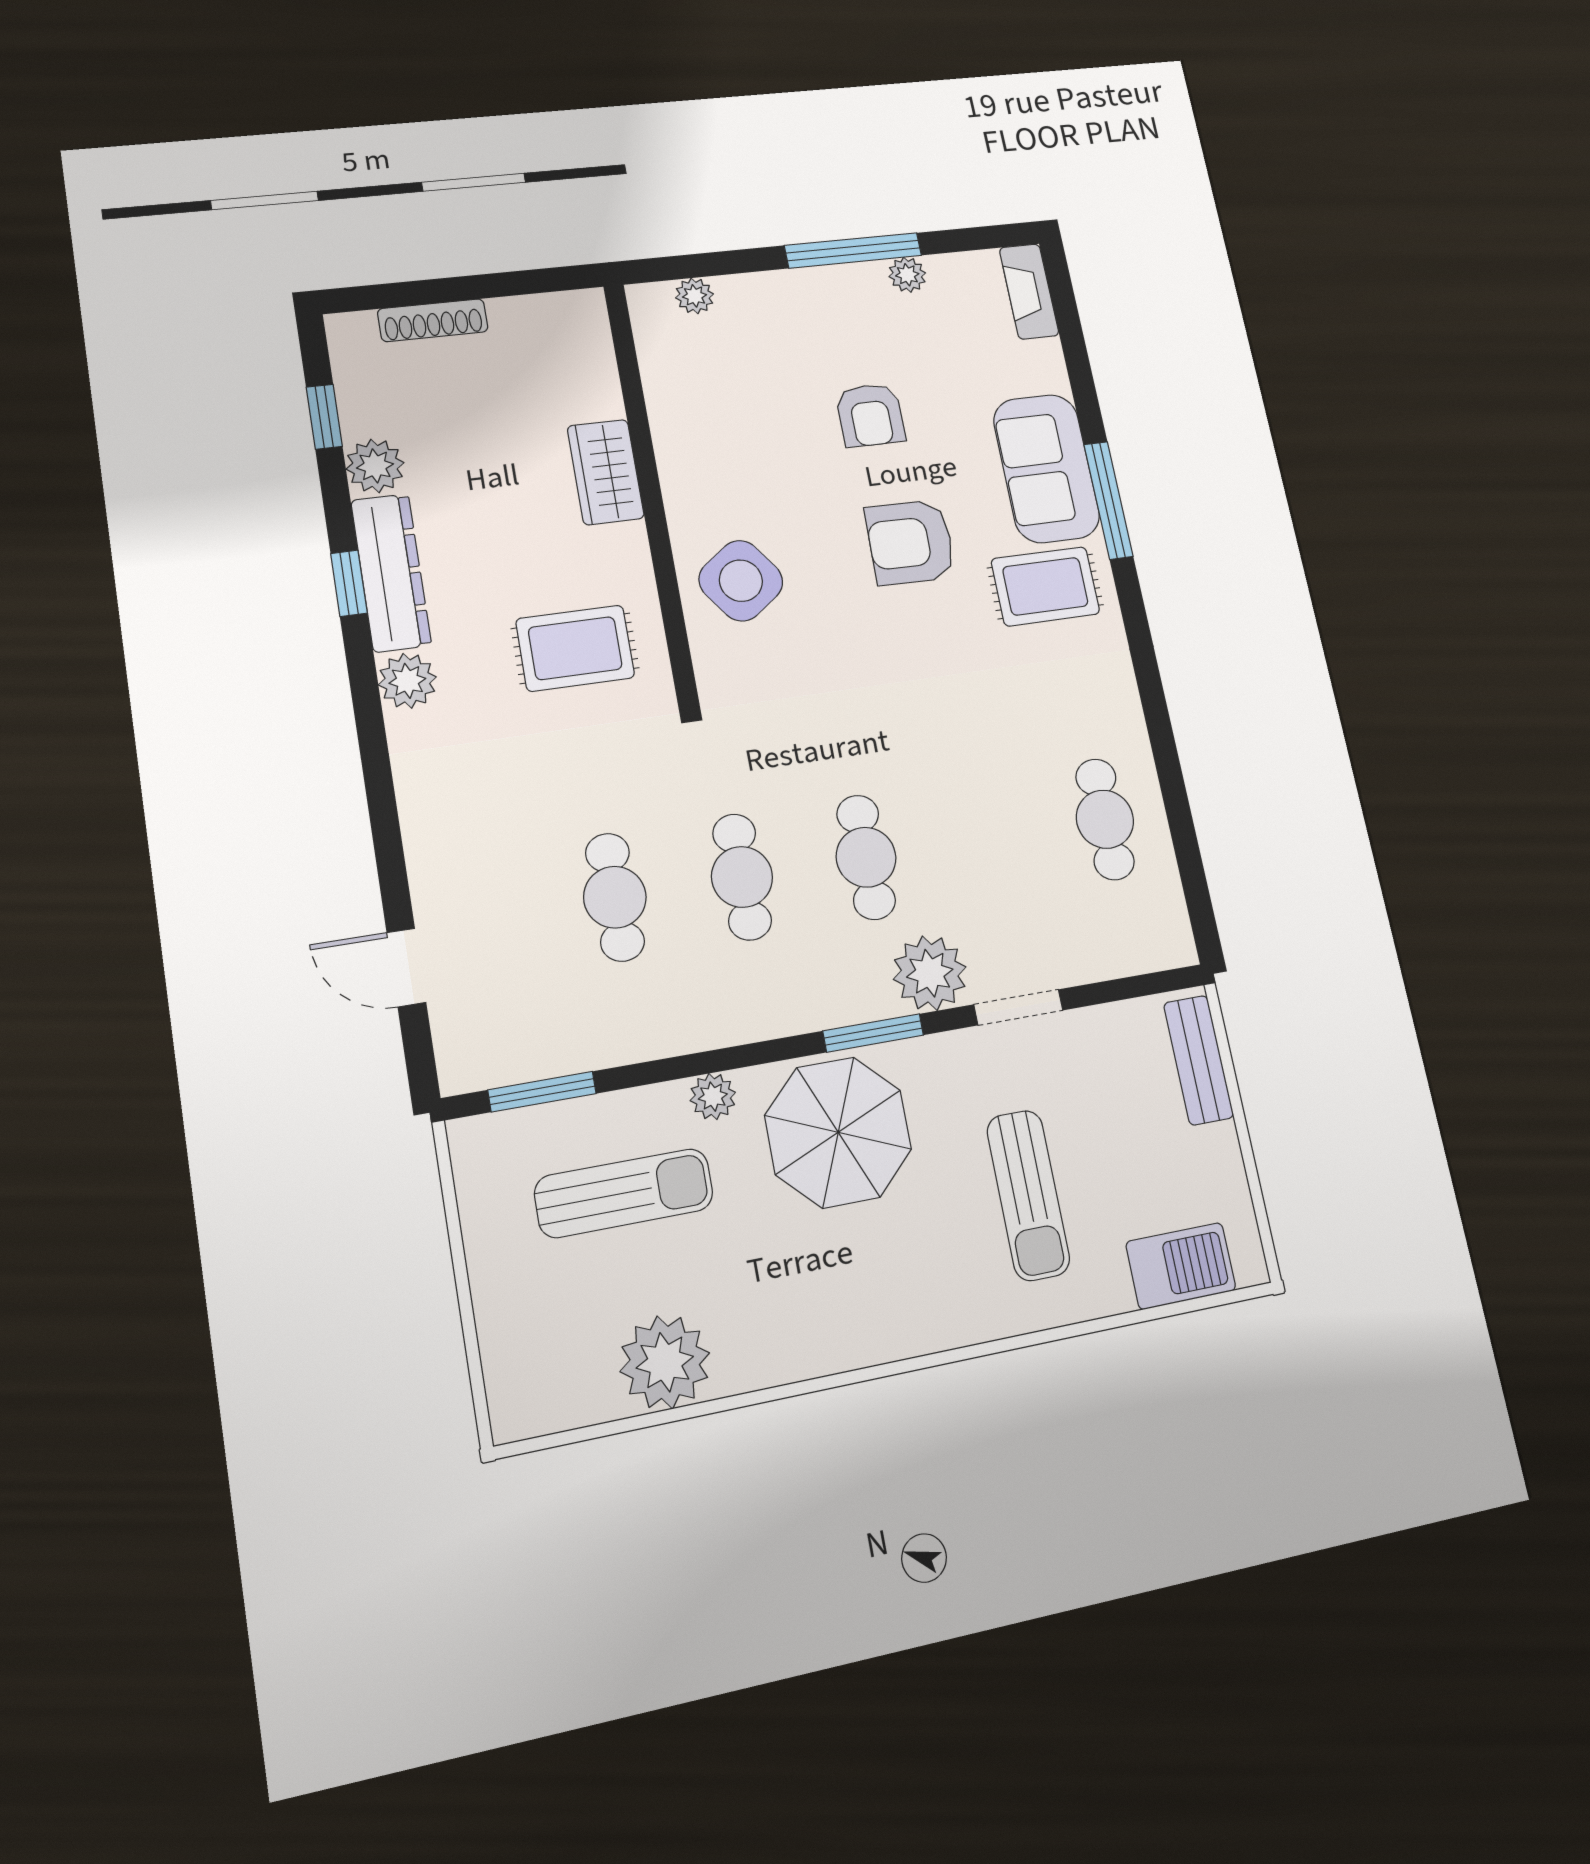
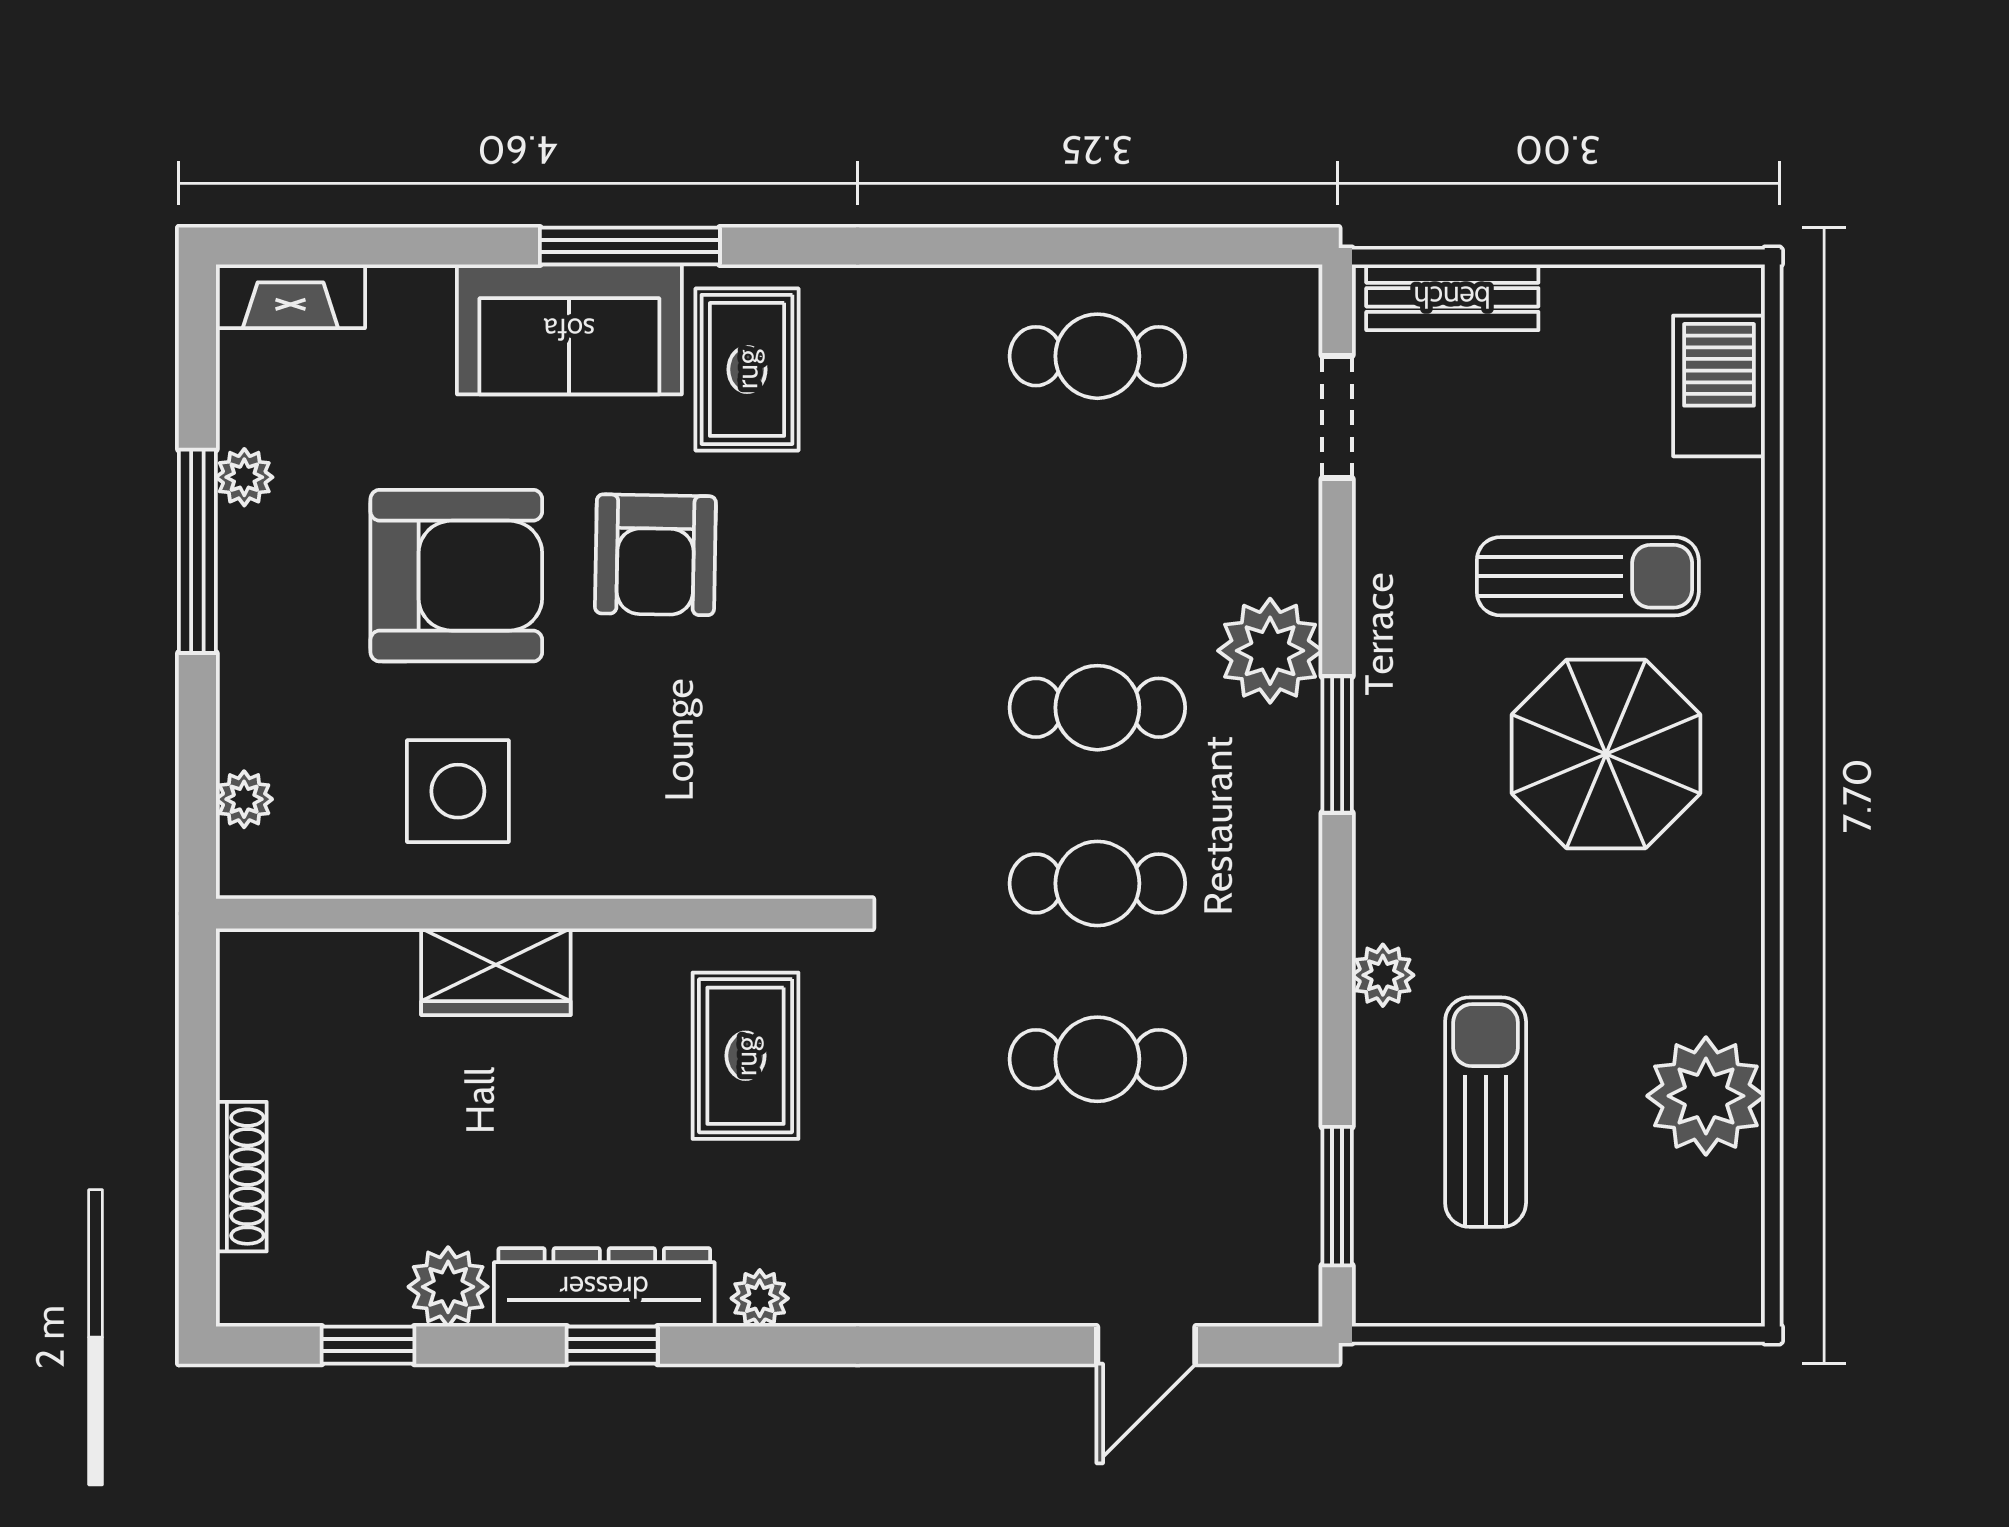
armchair: (870, 415) -> (456, 576), width x1.88, depth x1.88
side table: (741, 581) -> (458, 791), moved, turned 36
plant: (407, 681) -> (760, 1298), width x0.73, depth x0.73
doorway: (1018, 1007) -> (1337, 417), moved
parasol: (838, 1132) -> (1606, 754), moved

